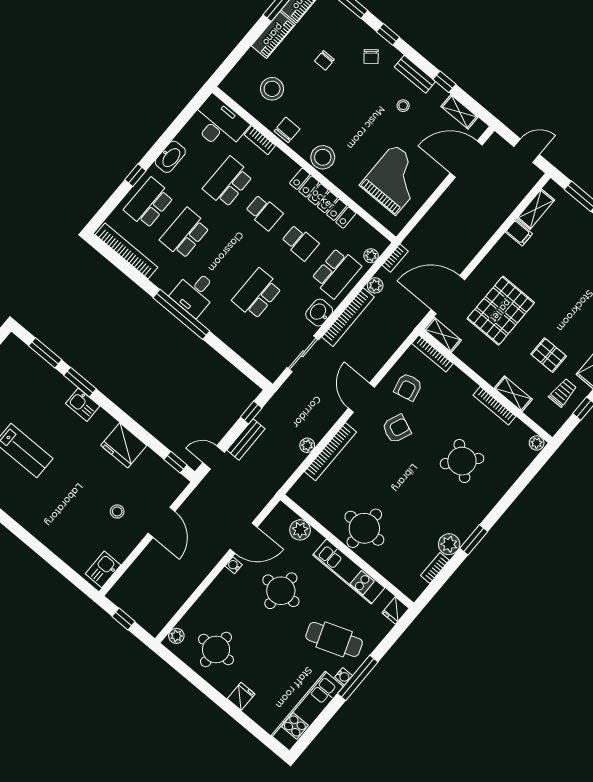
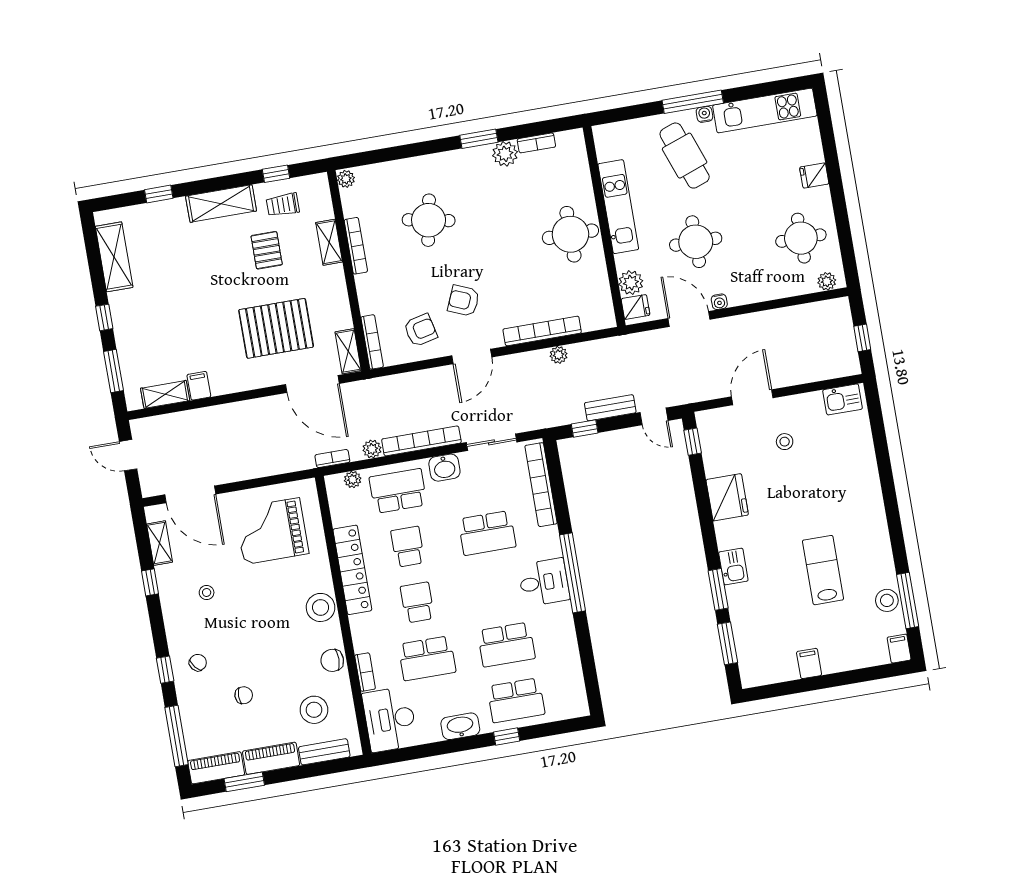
bench: (415, 74) -> (324, 752), moved, turned 90
bookcase: (127, 251) -> (541, 485), moved
round table: (462, 461) -> (429, 220), turned -30
fridge: (395, 611) -> (636, 307), moved

